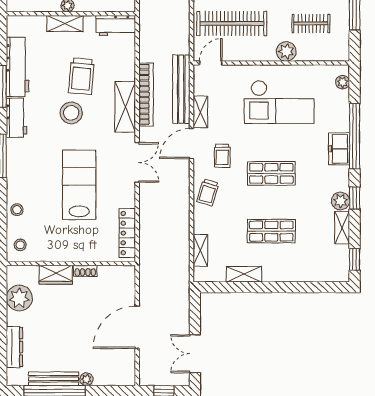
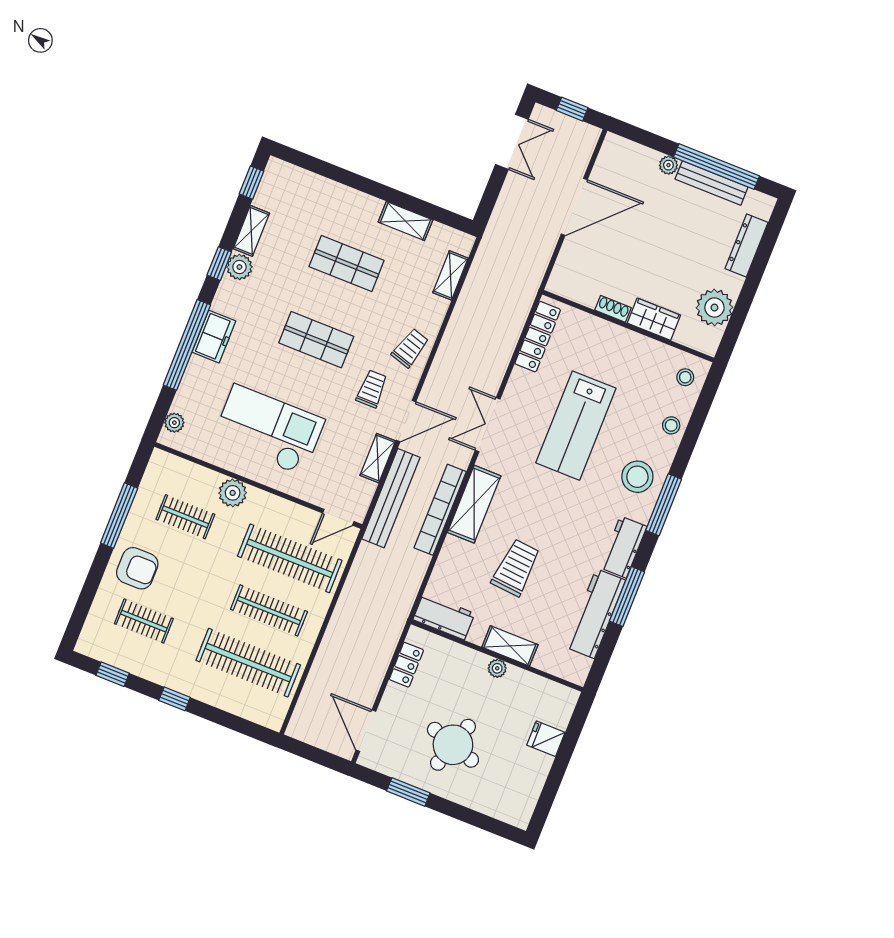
stool: (71, 113) -> (637, 477), moved

